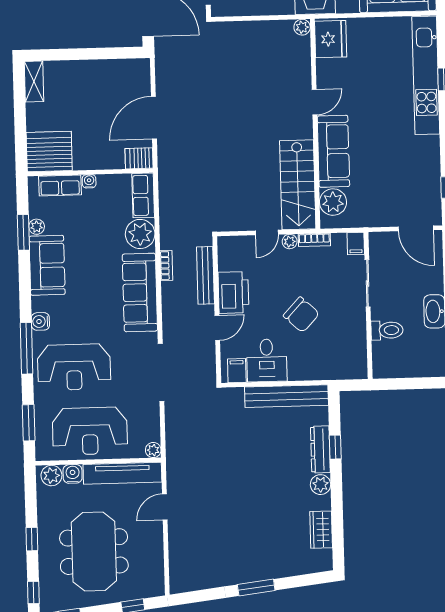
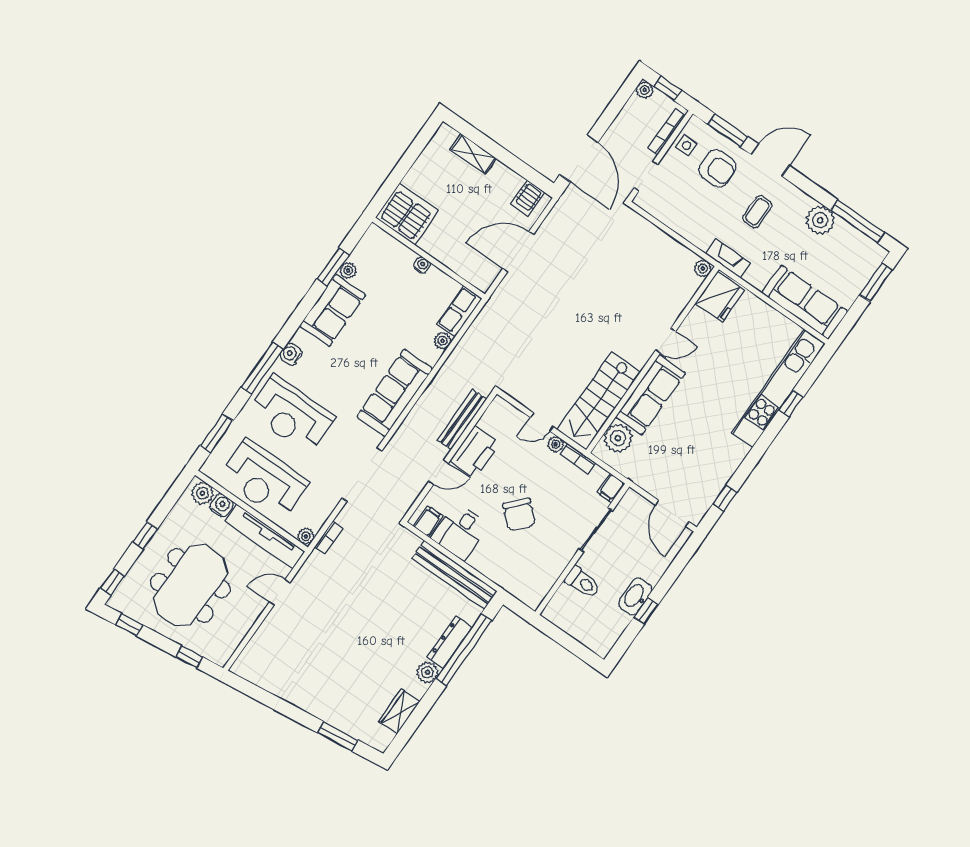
shelving: (34, 82) -> (473, 154), moved, turned 90
server rack: (139, 158) -> (528, 198), moved, turned -90
row of seats: (60, 185) -> (394, 250), removed
plant: (140, 234) -> (442, 341), width x0.53, depth x0.53
bookcase: (166, 265) -> (328, 538), moved
window: (335, 447) -> (464, 650), width x3.17
window: (256, 588) -> (338, 736), moved

